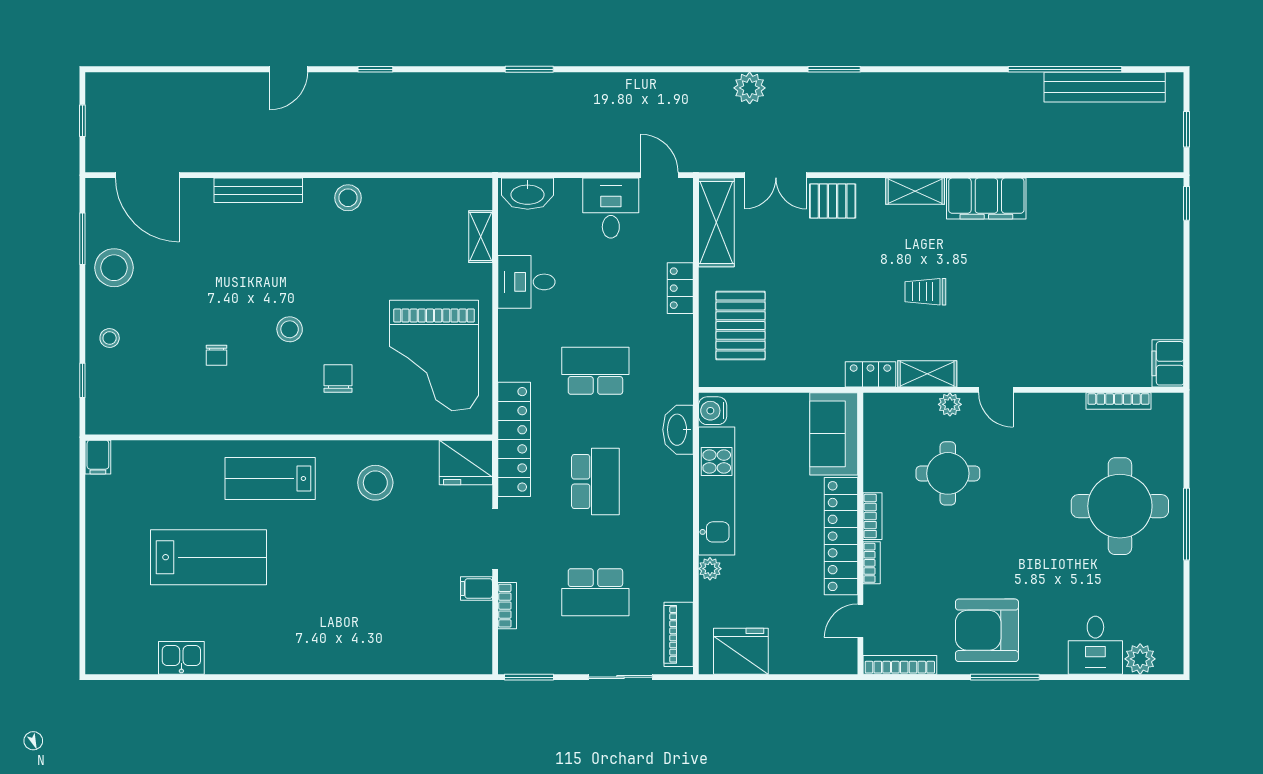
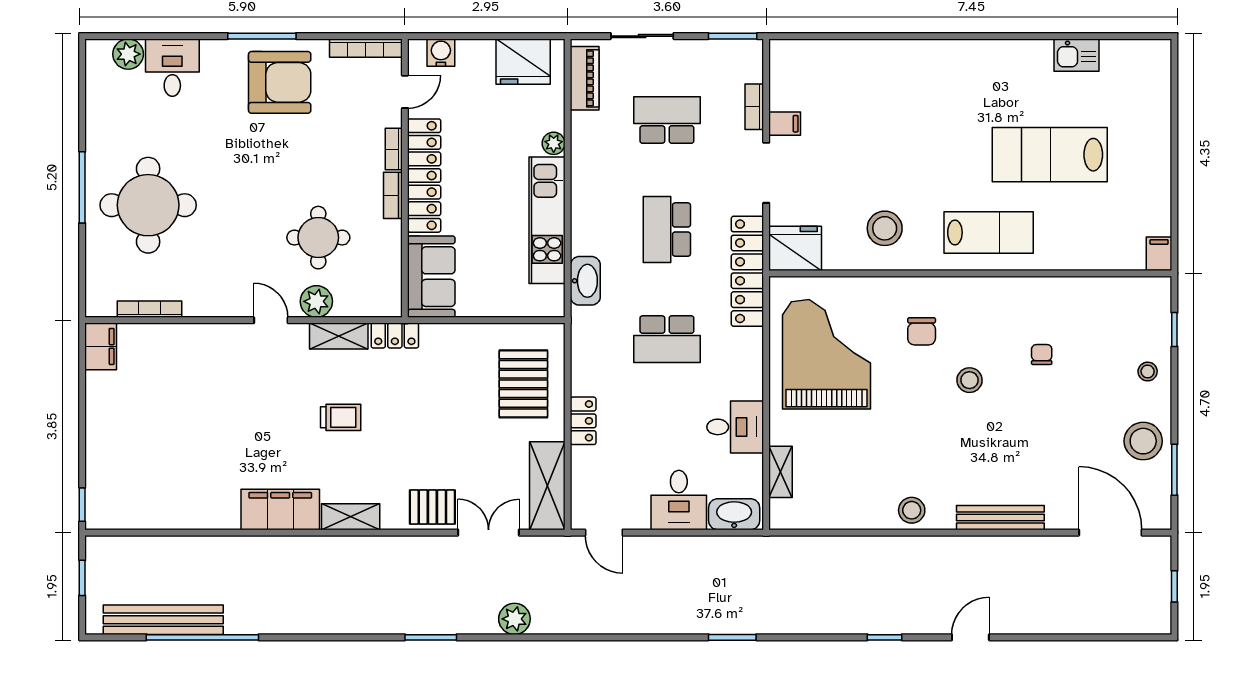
desk: (611, 208) -> (679, 500), moved
plant: (950, 404) -> (316, 301), width x1.38, depth x1.38
water cooler: (713, 411) -> (441, 53), moved, turned -90

